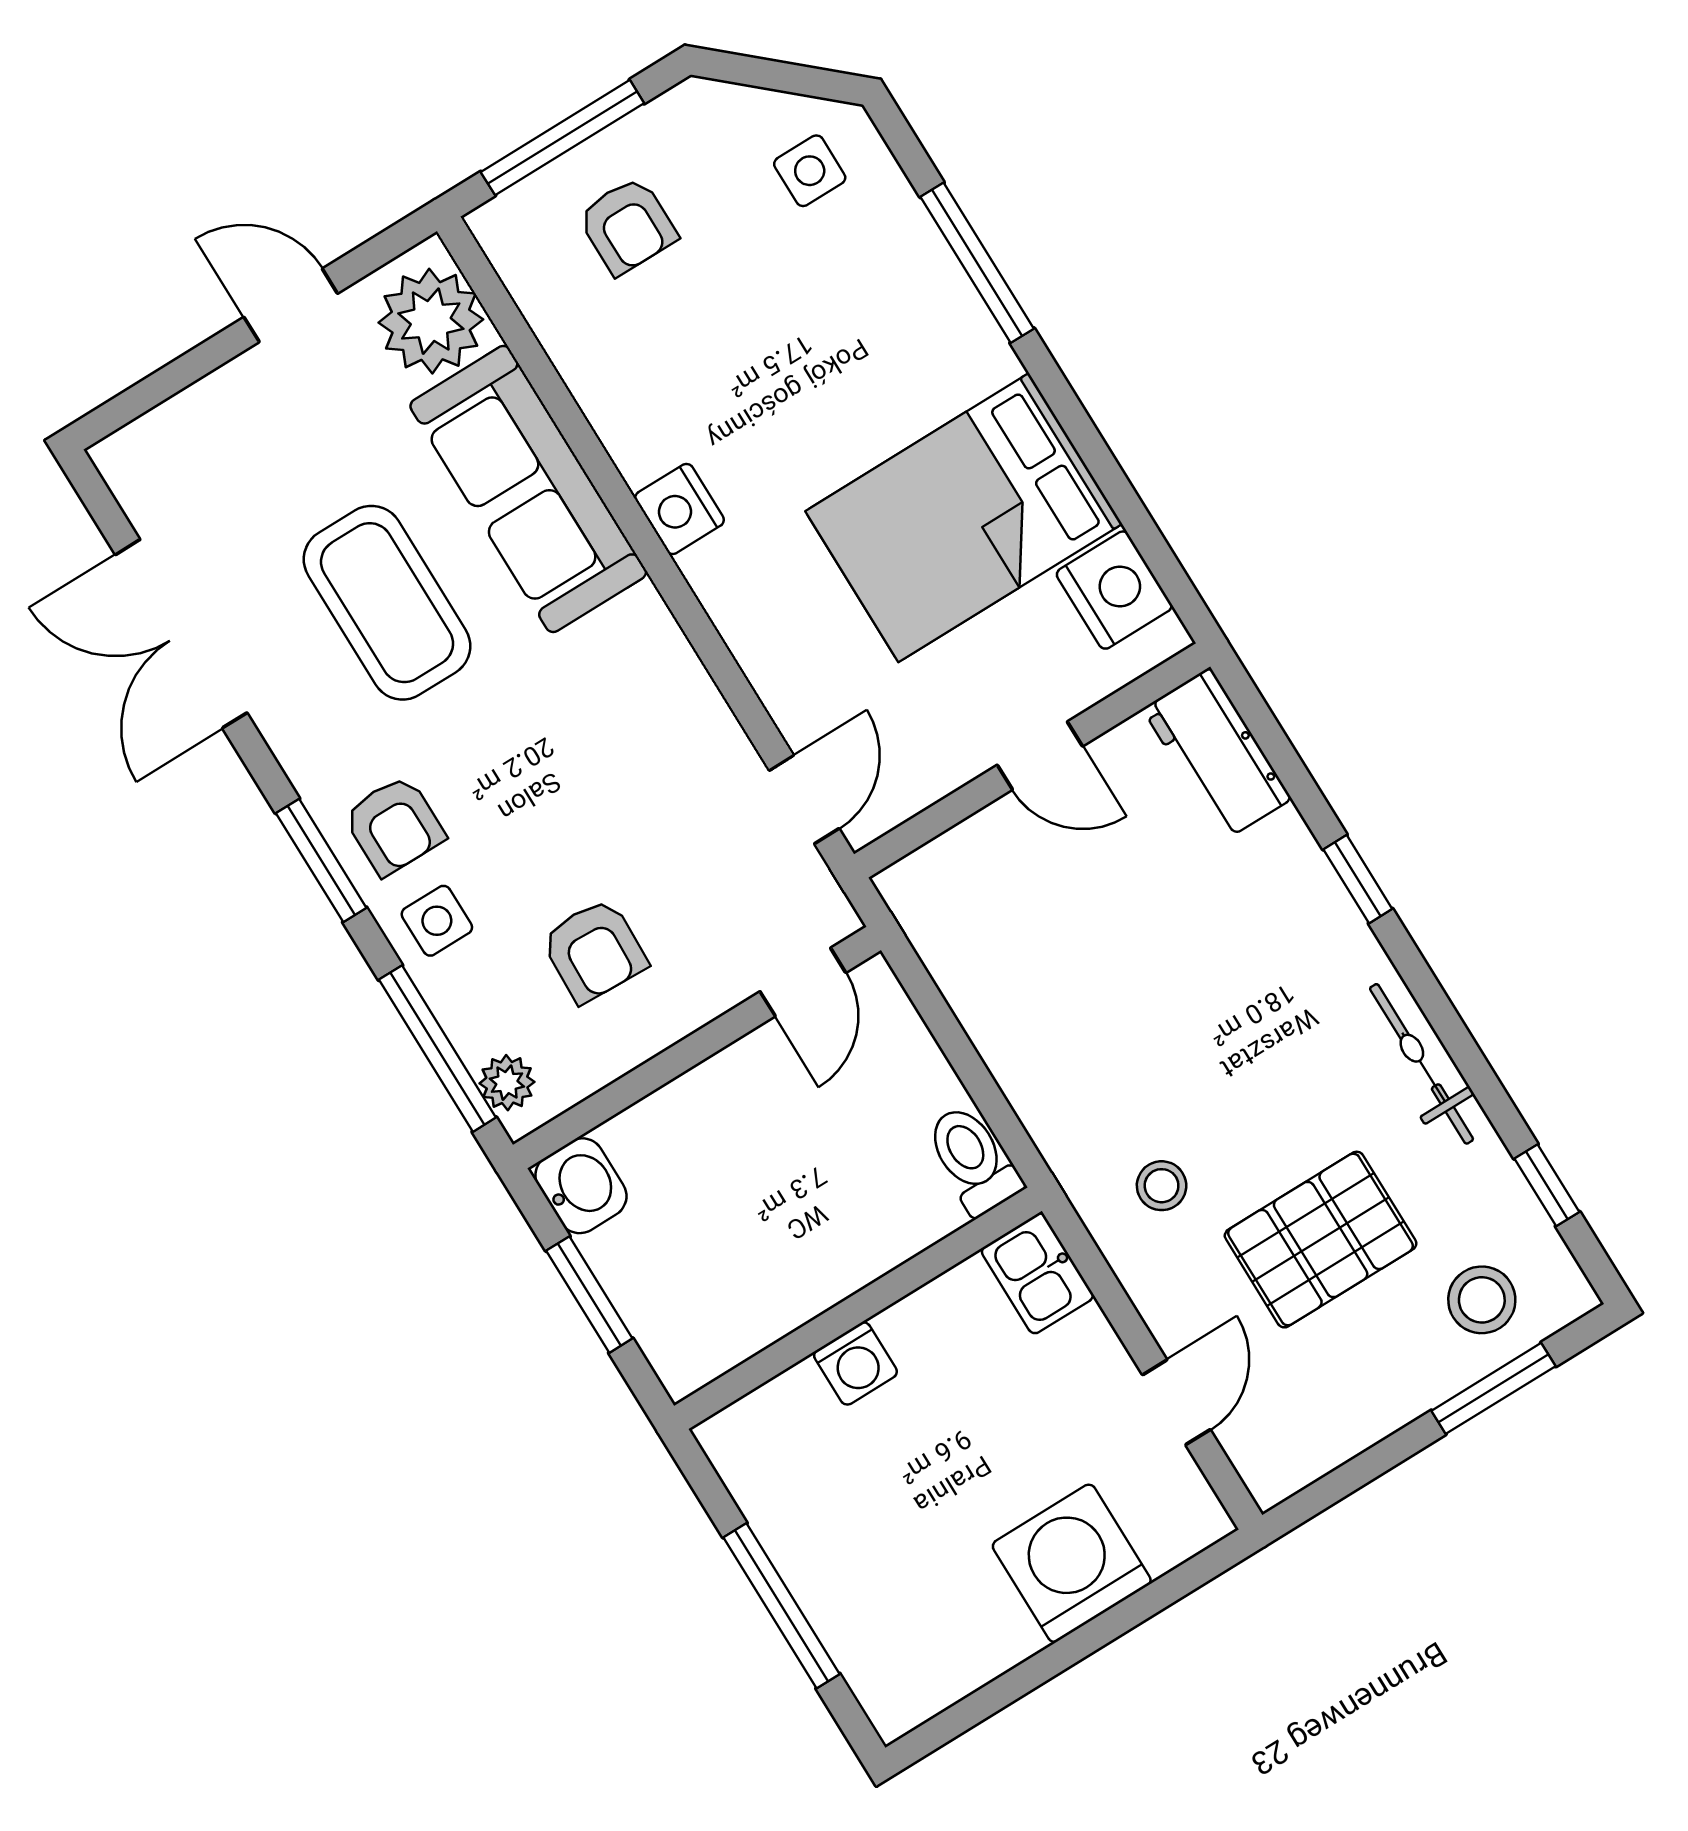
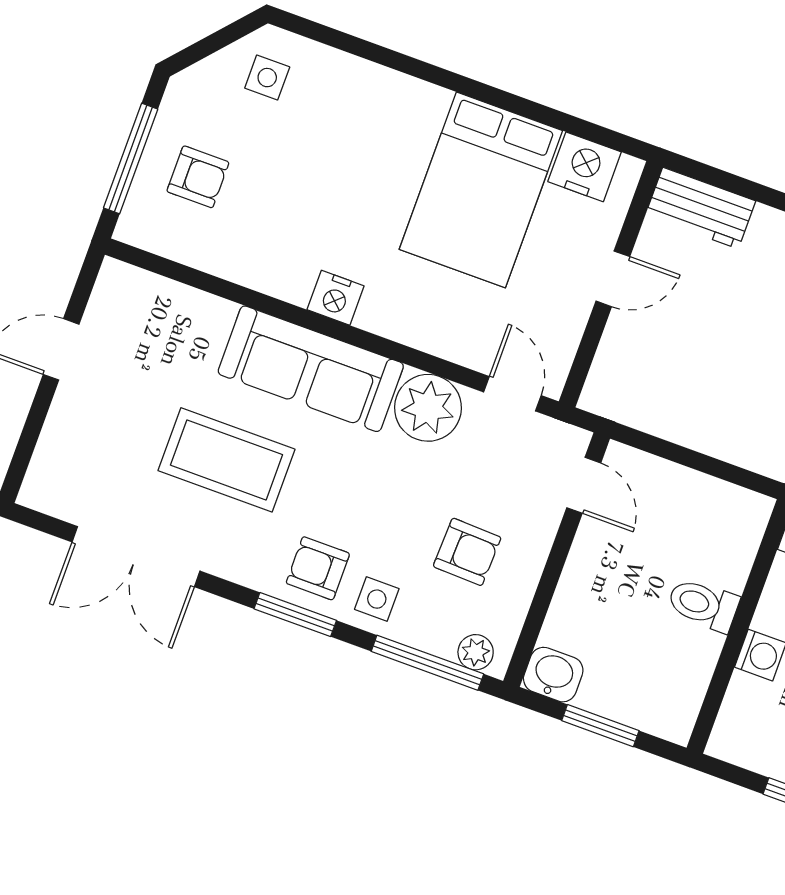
window: (977, 263) -> (387, 57), removed
plant: (431, 321) -> (428, 408), moved
sofa: (528, 489) -> (311, 369), moved
armchair: (394, 825) -> (318, 568), turned 180
toilet: (973, 1160) -> (703, 605), moved

